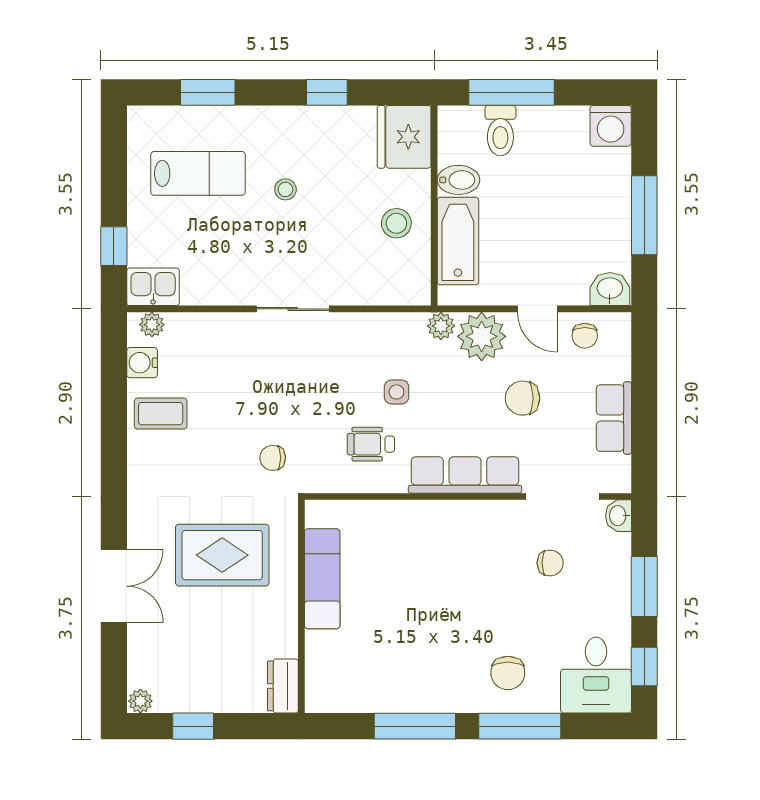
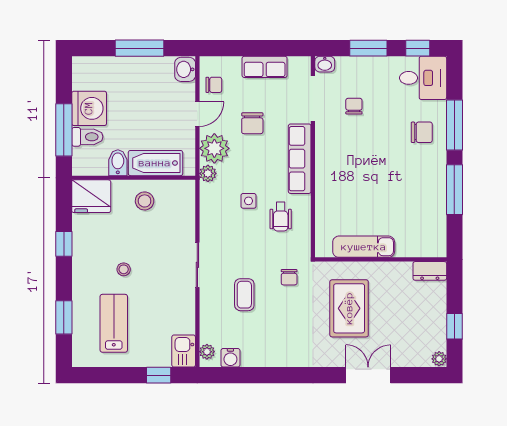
washing machine: (611, 126) -> (89, 108), moved, width x1.37, depth x1.37
coffee table: (161, 414) -> (244, 295), moved

